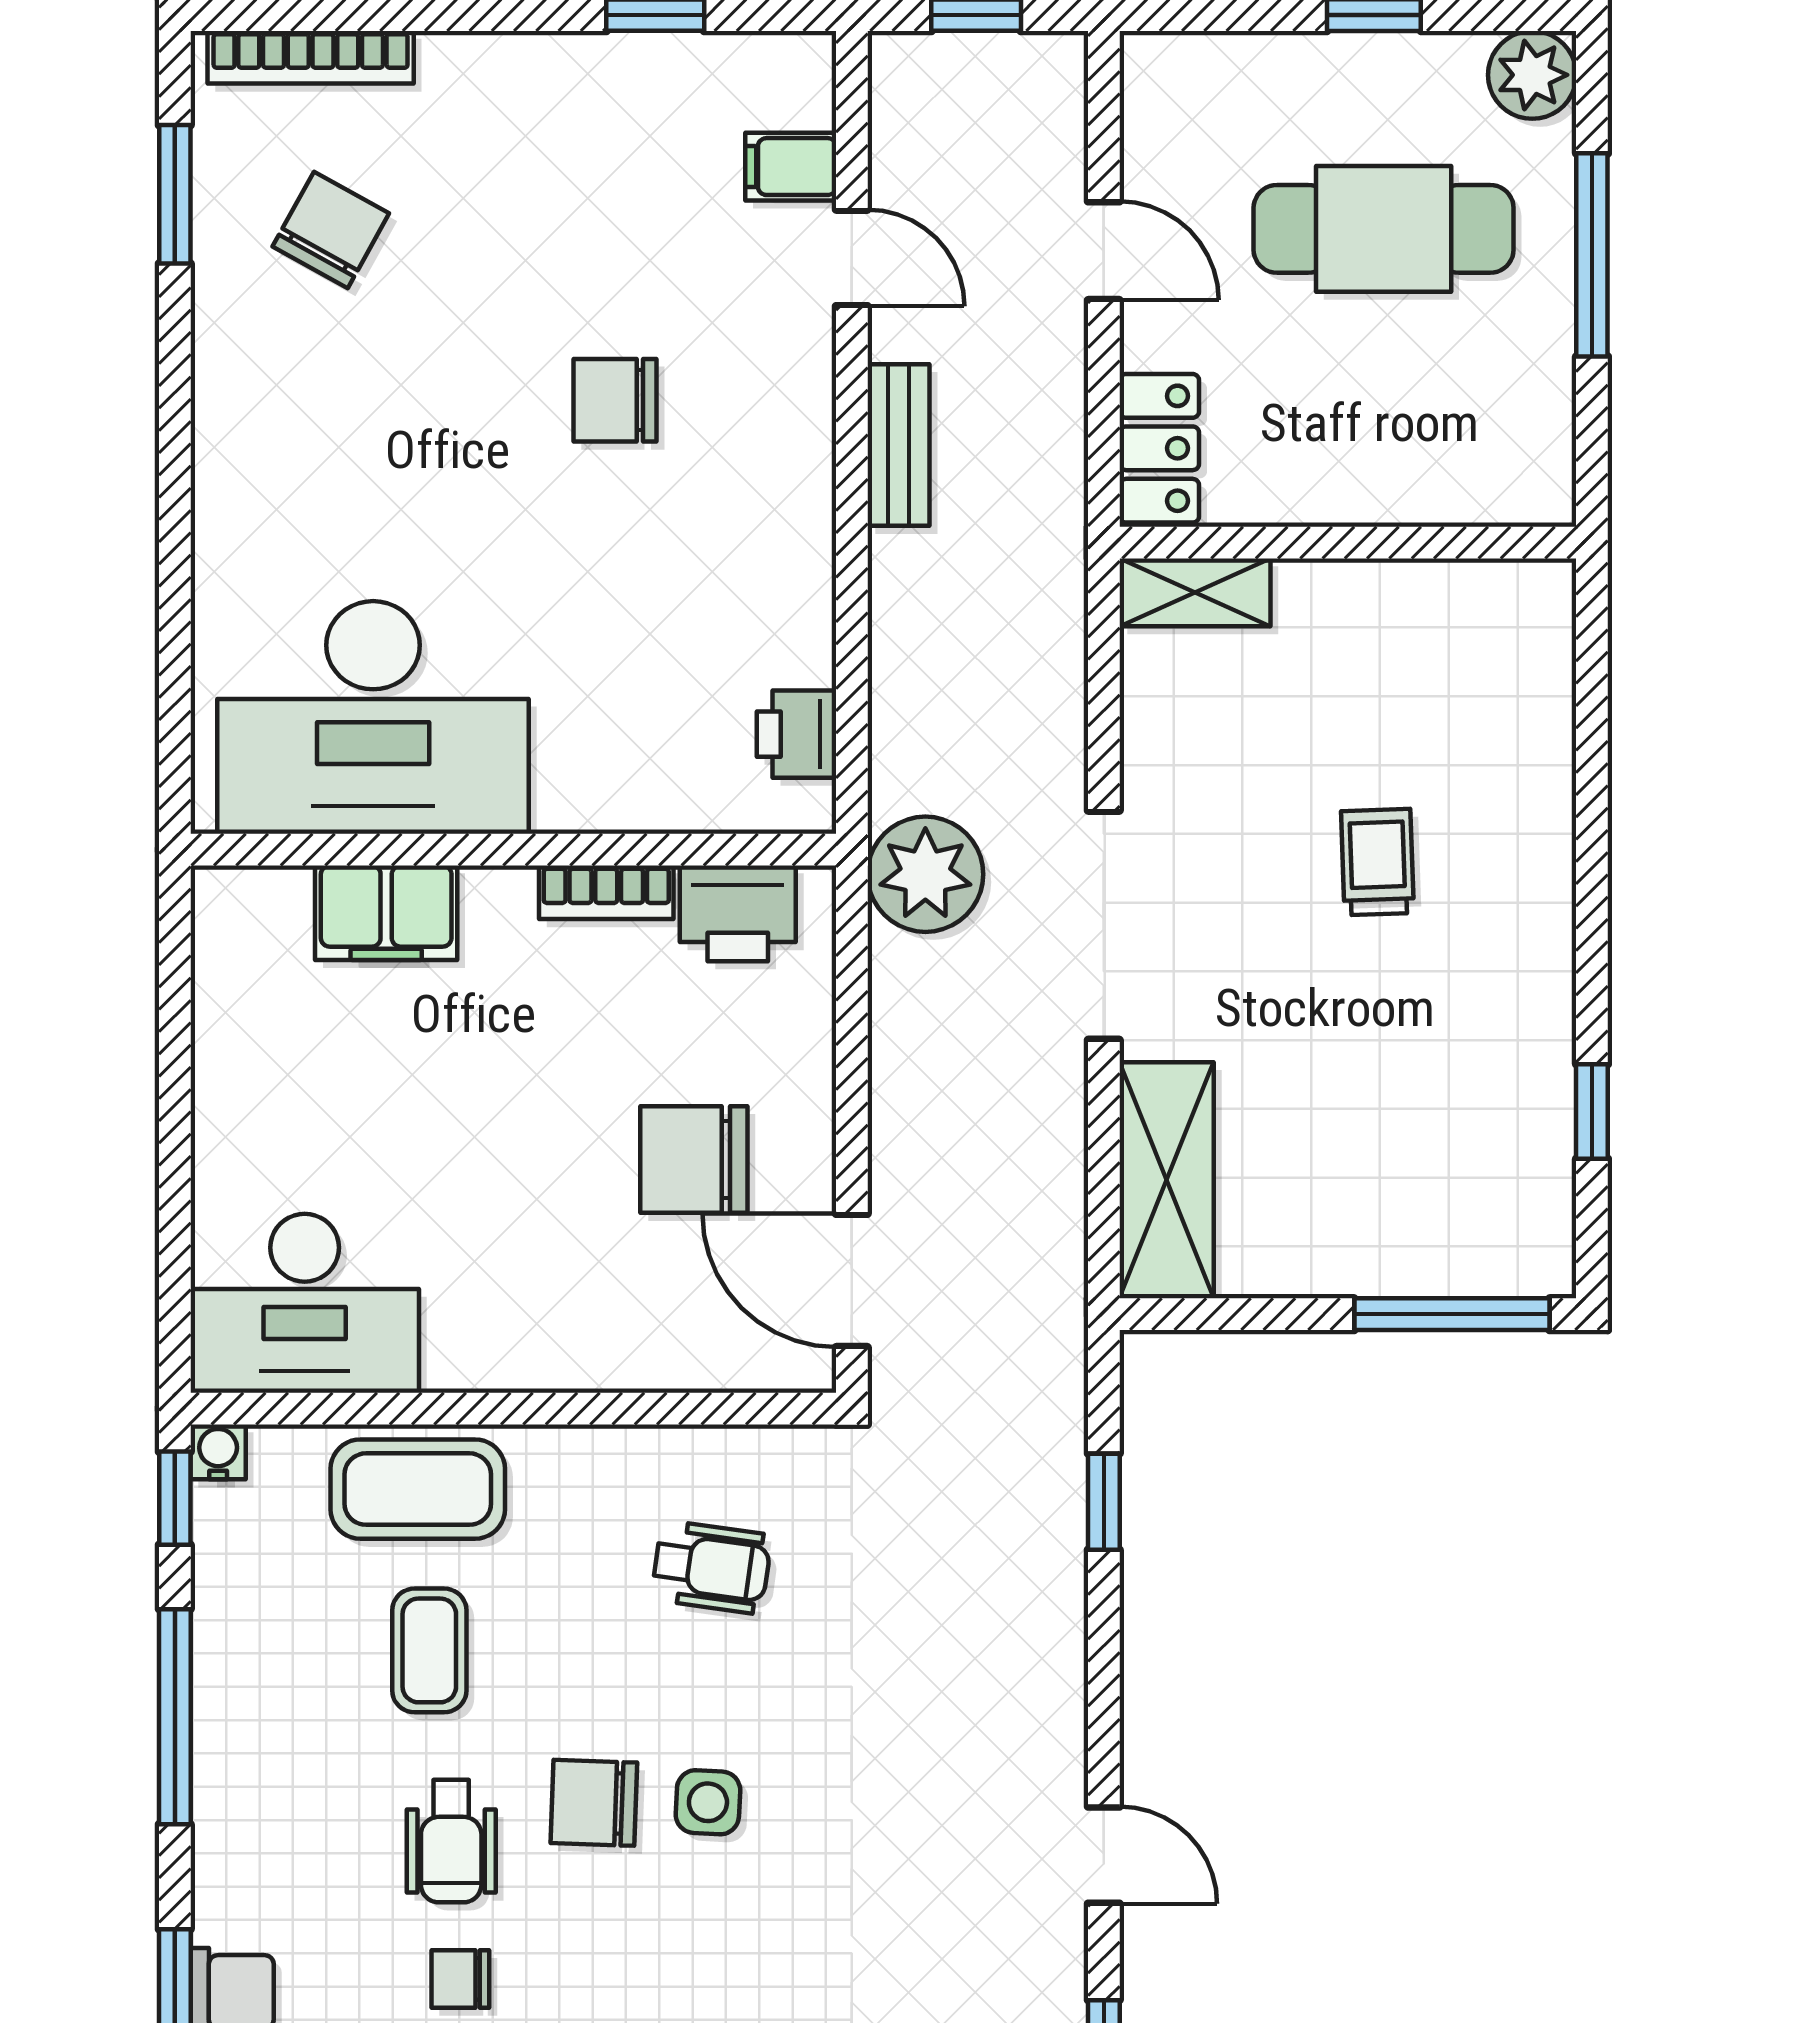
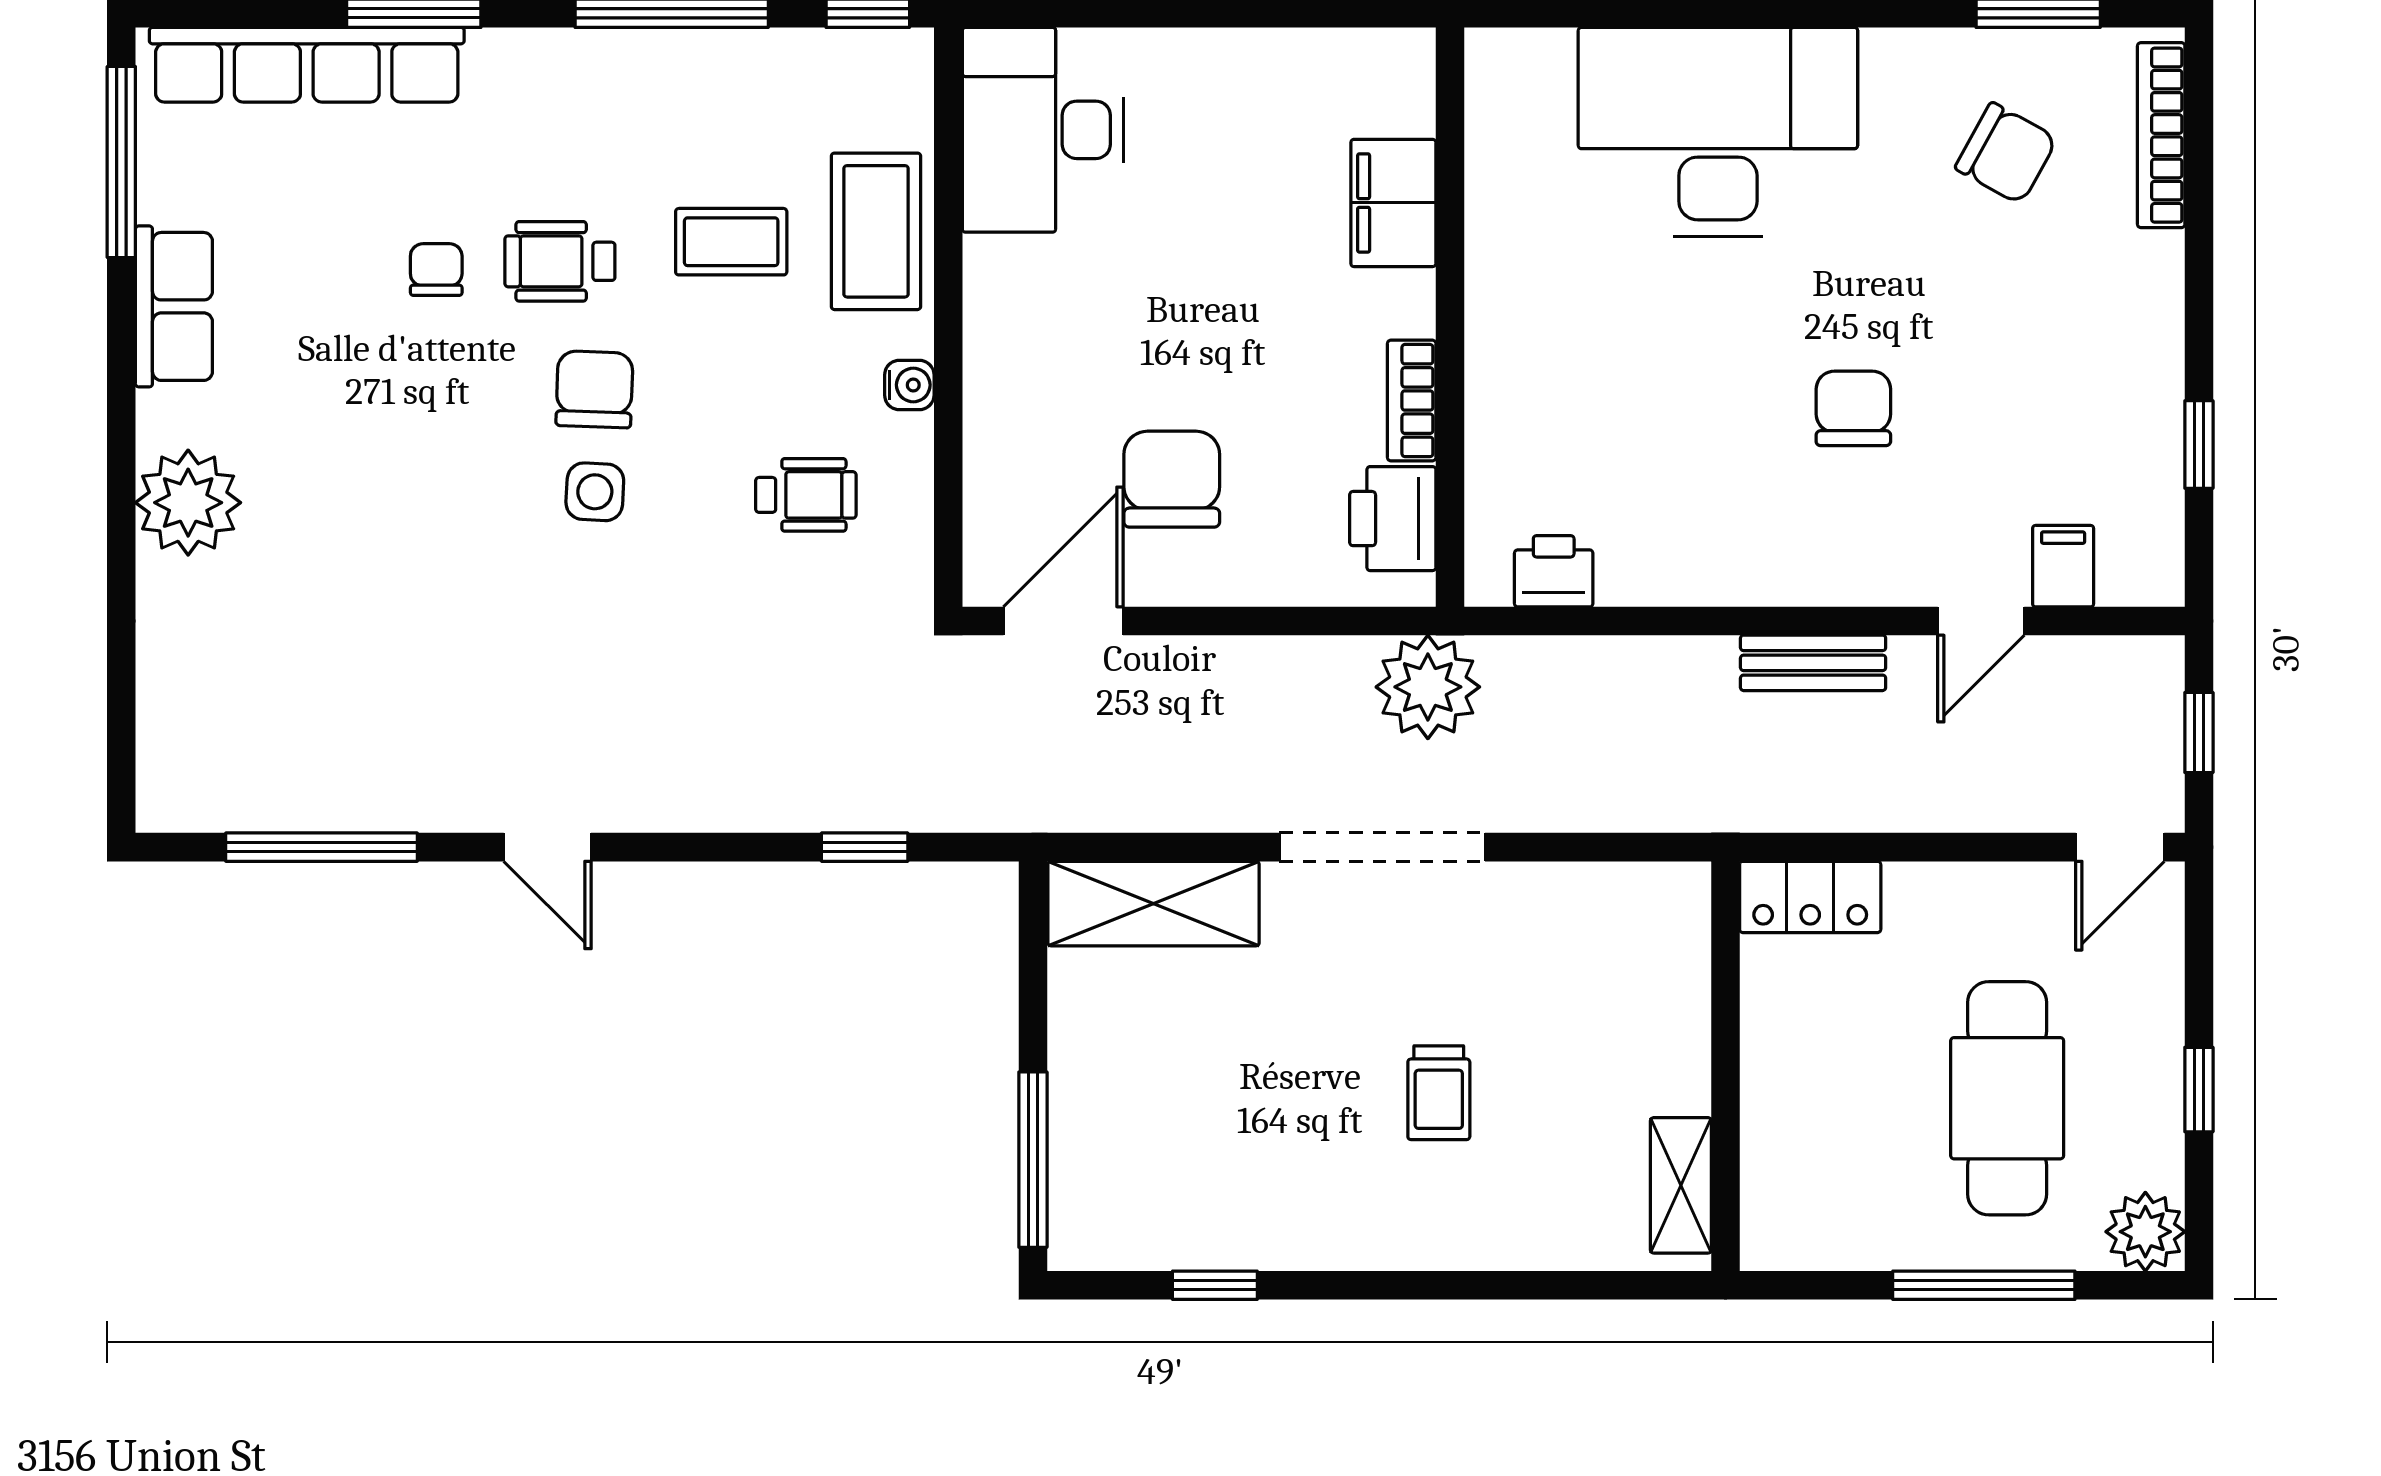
door: (1104, 251) -> (2120, 847), moved
shelving: (1195, 592) -> (1681, 1185), moved
desk: (373, 717) -> (1718, 132), moved, turned 90
trolley: (1377, 862) -> (1439, 1093), turned 92
water cooler: (218, 1452) -> (909, 385), moved
wheelchair: (711, 1567) -> (806, 495), turned -98
door: (1104, 1855) -> (547, 847), hinge flipped

